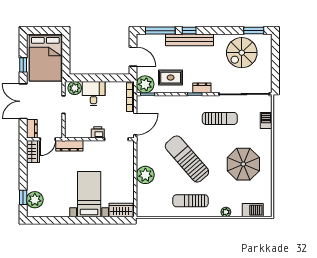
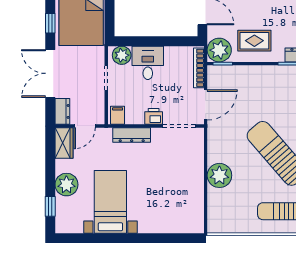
filing cabinet: (72, 131) -> (118, 115), added
dresser: (69, 146) -> (132, 135), moved
bed with nightstands: (89, 194) -> (110, 202), moved
plant: (35, 200) -> (66, 185), moved
wardrobe: (121, 210) -> (186, 224), removed

